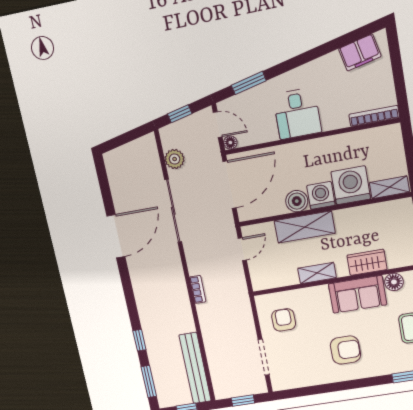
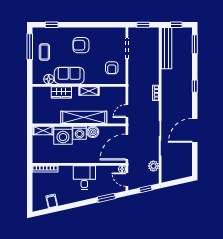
filing cabinet: (360, 53) -> (52, 201), width x0.50
shelving: (305, 227) -> (84, 117), width x1.47
window: (139, 340) -> (195, 86), moved

